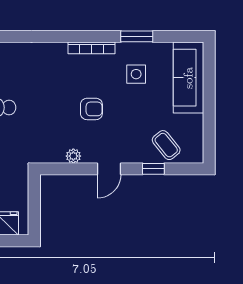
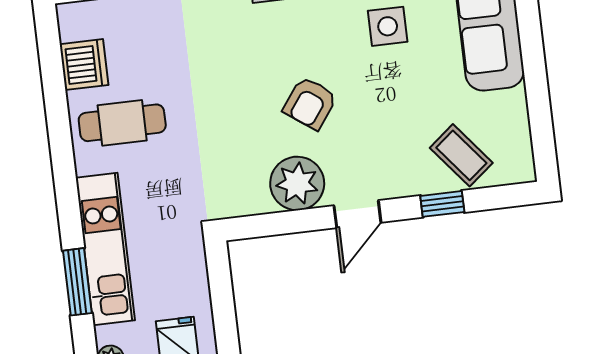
armchair: (91, 109) -> (310, 103), turned 126
plant: (73, 156) -> (297, 183), width x1.88, depth x1.88

